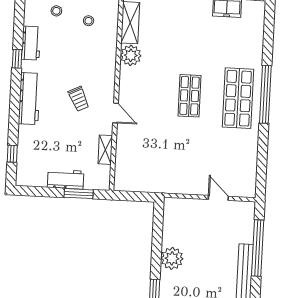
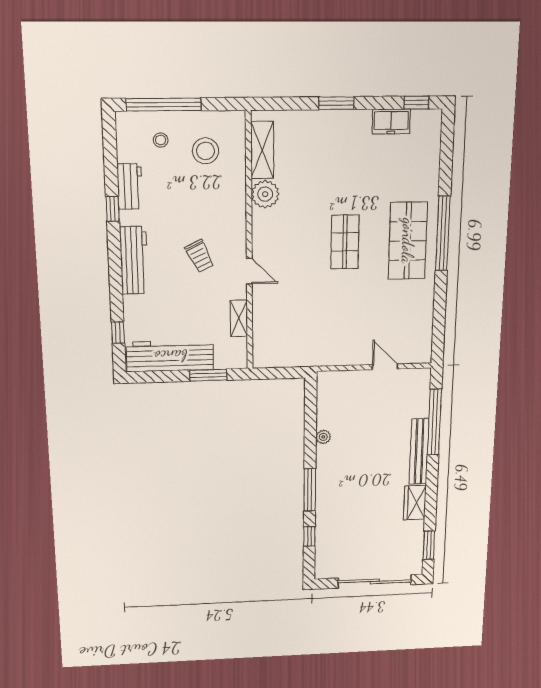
stool: (89, 21) -> (206, 151), width x1.89, depth x1.89
workbench: (66, 179) -> (170, 356), width x1.88, depth x1.32
plant: (172, 258) -> (323, 437), width x0.53, depth x0.53

